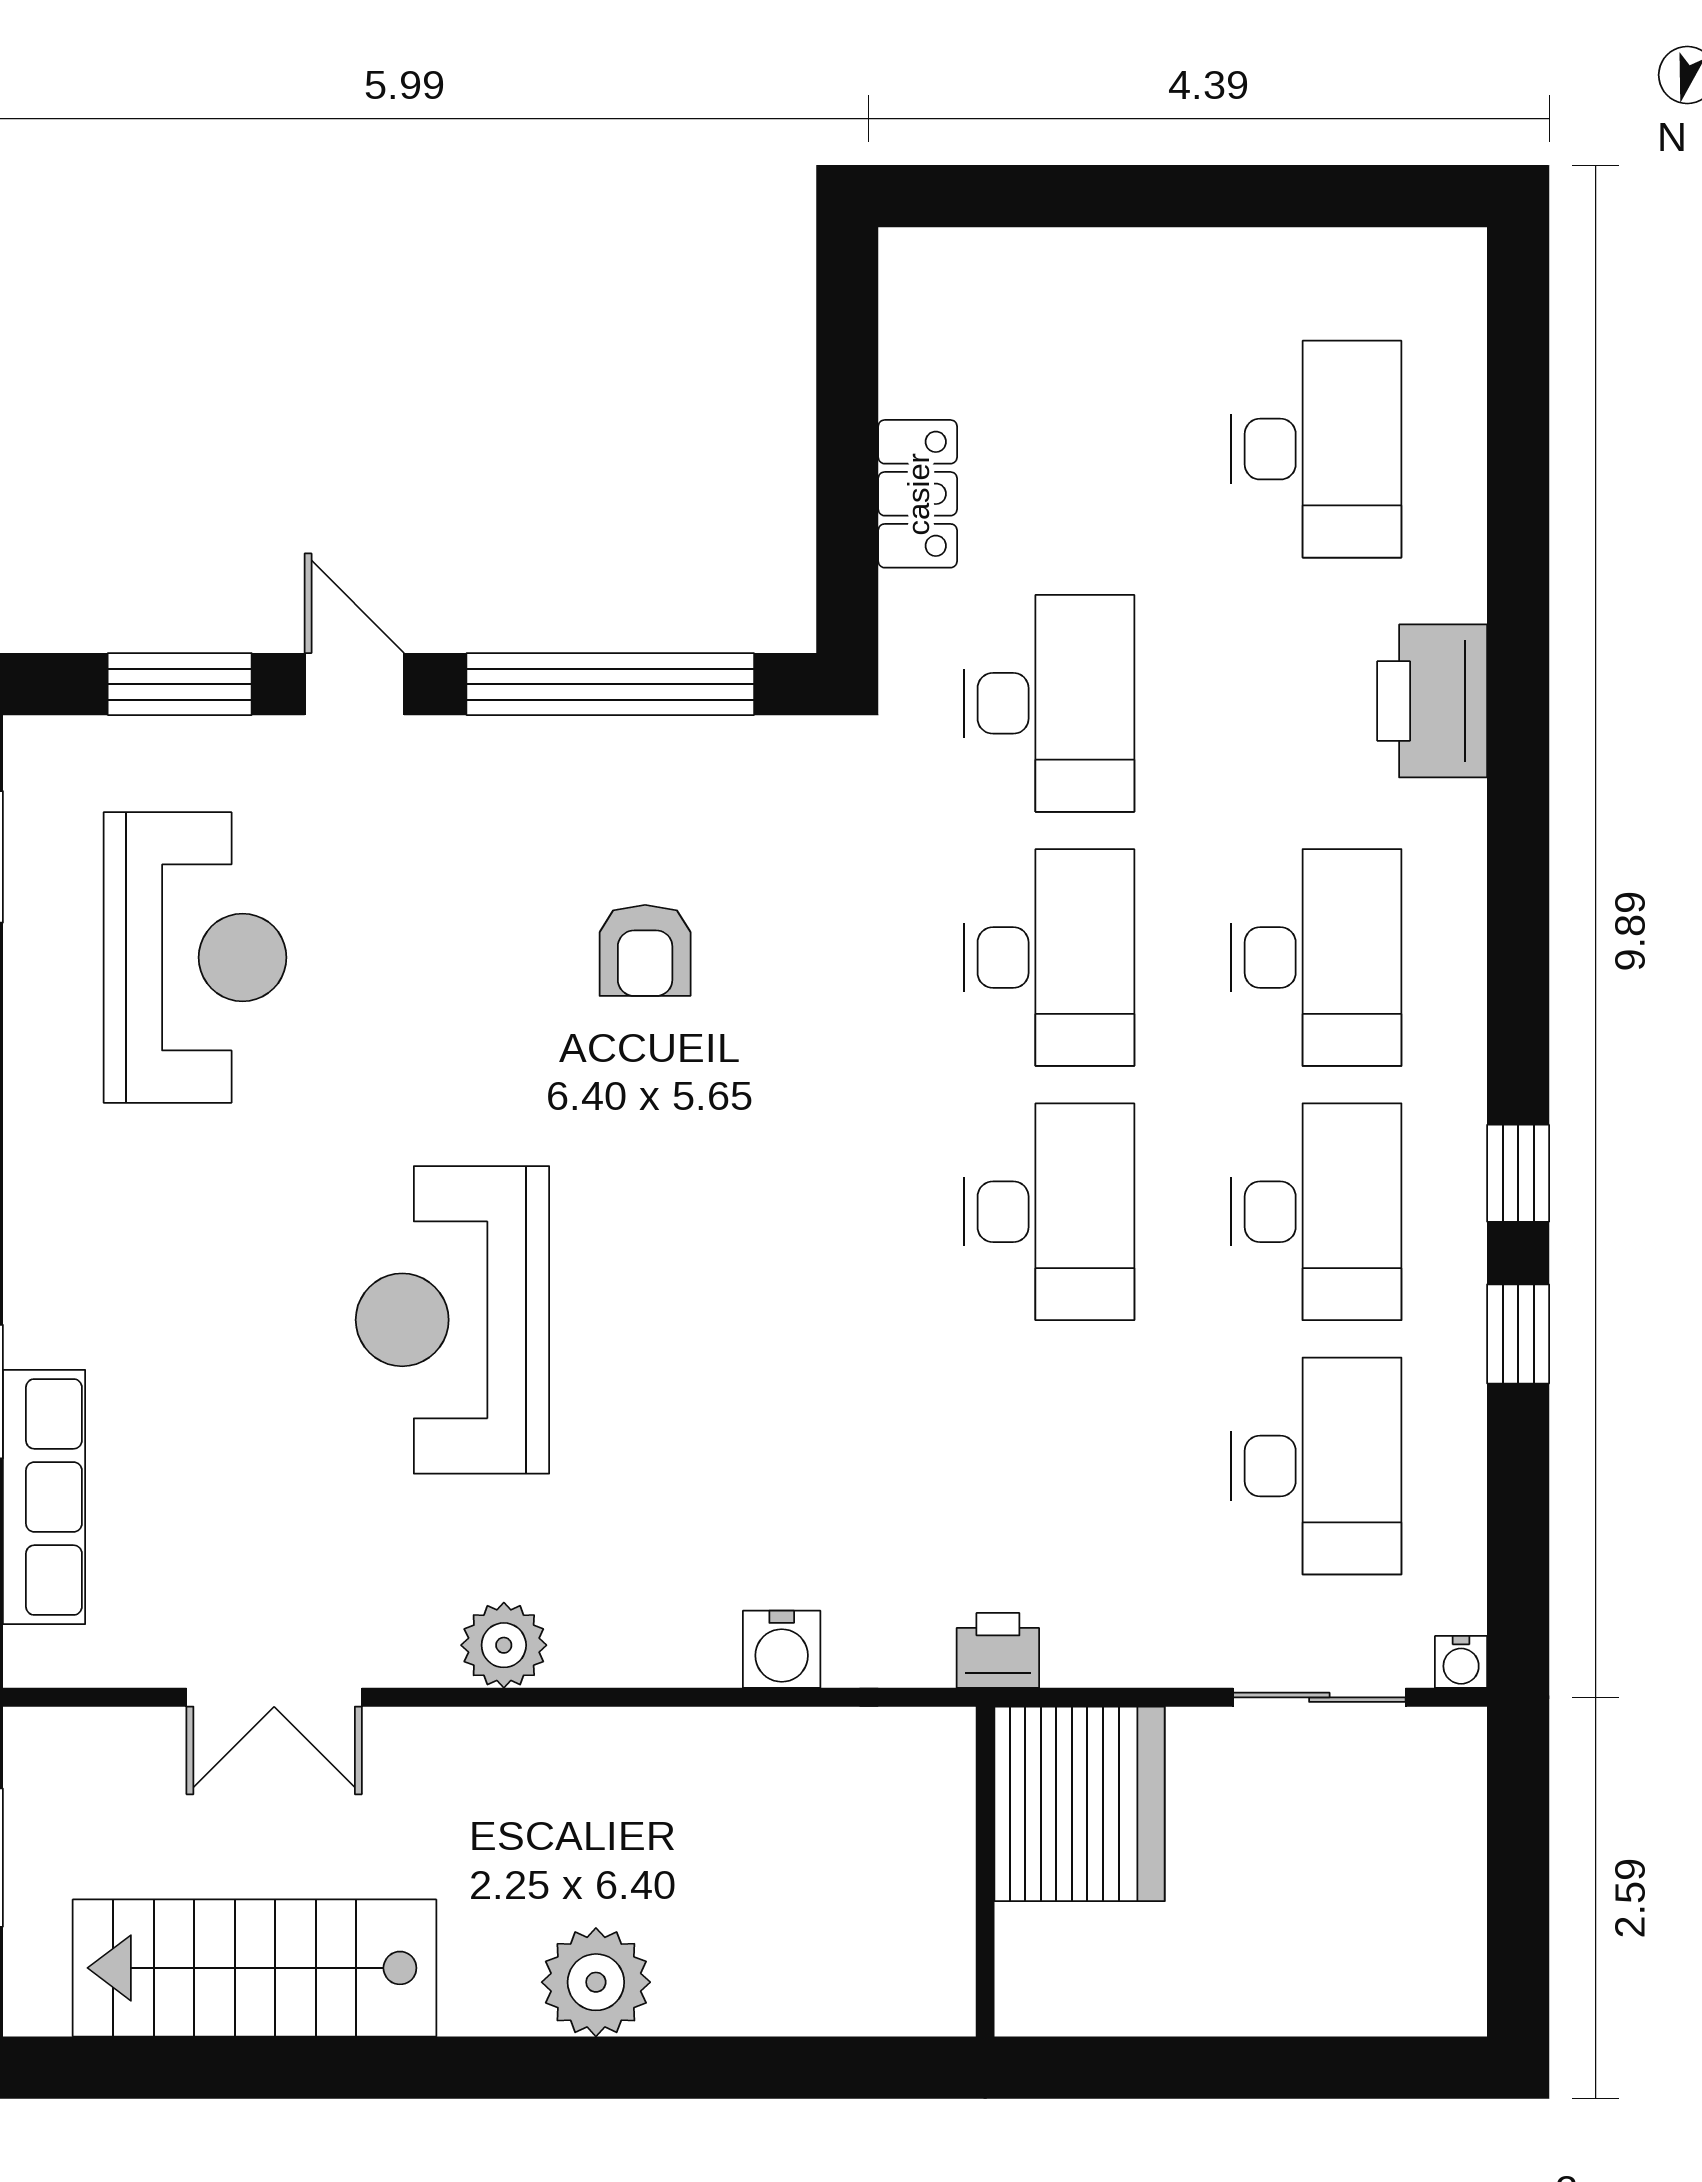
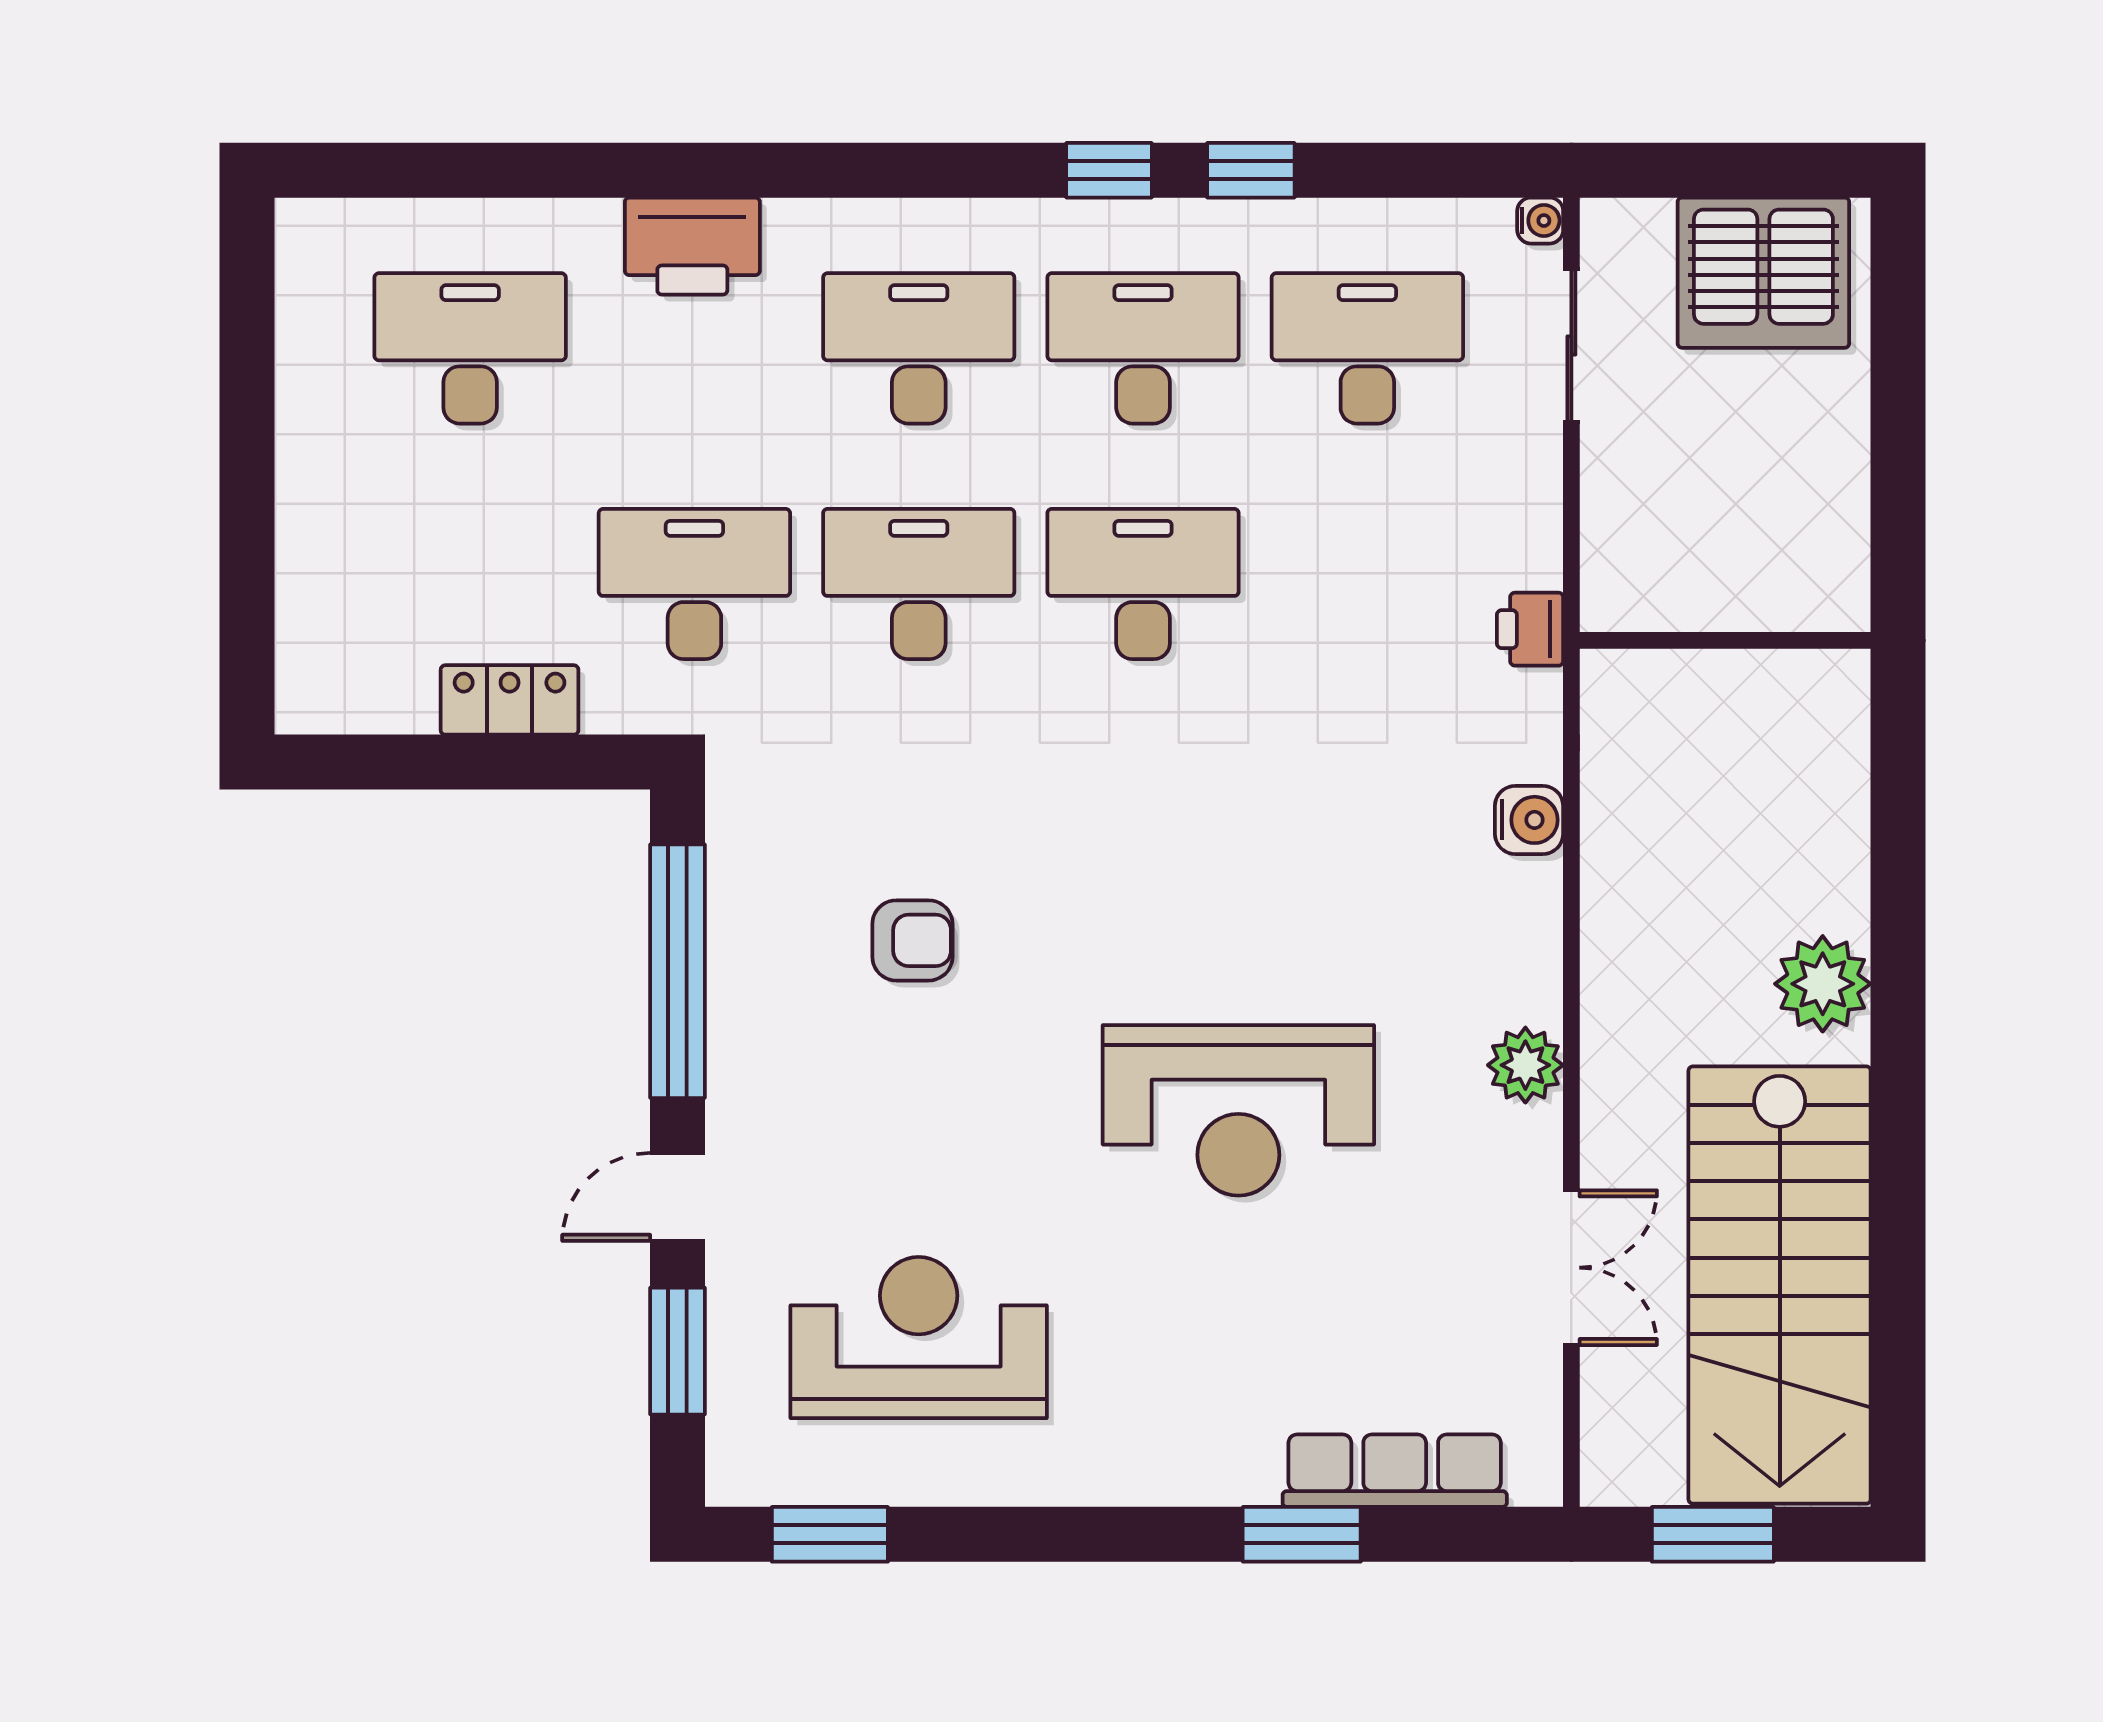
server rack: (1080, 1804) -> (1763, 273), moved, turned 180
stairs: (255, 1968) -> (1780, 1285), width x1.36, depth x1.51

